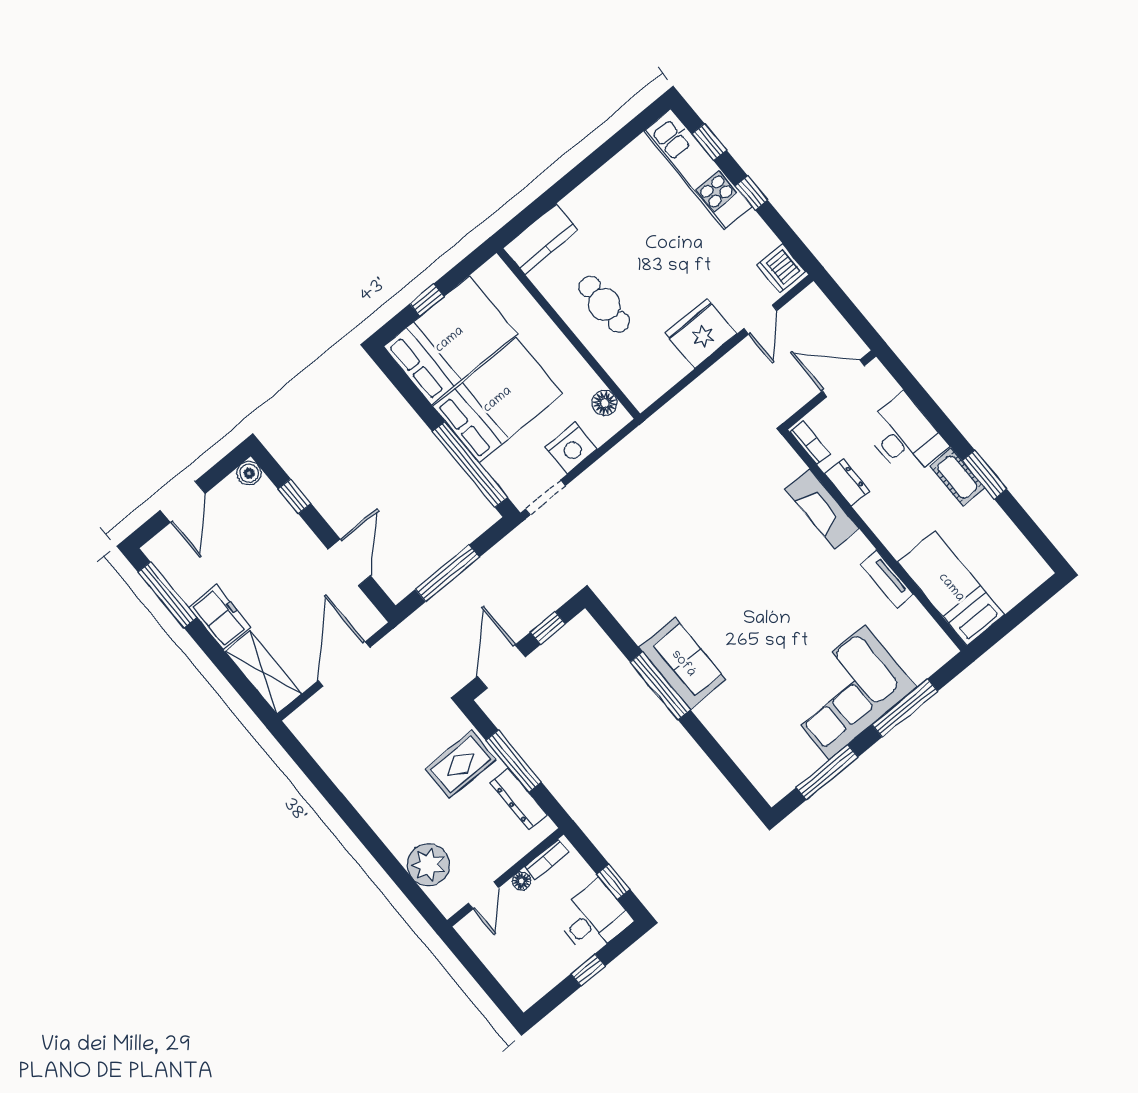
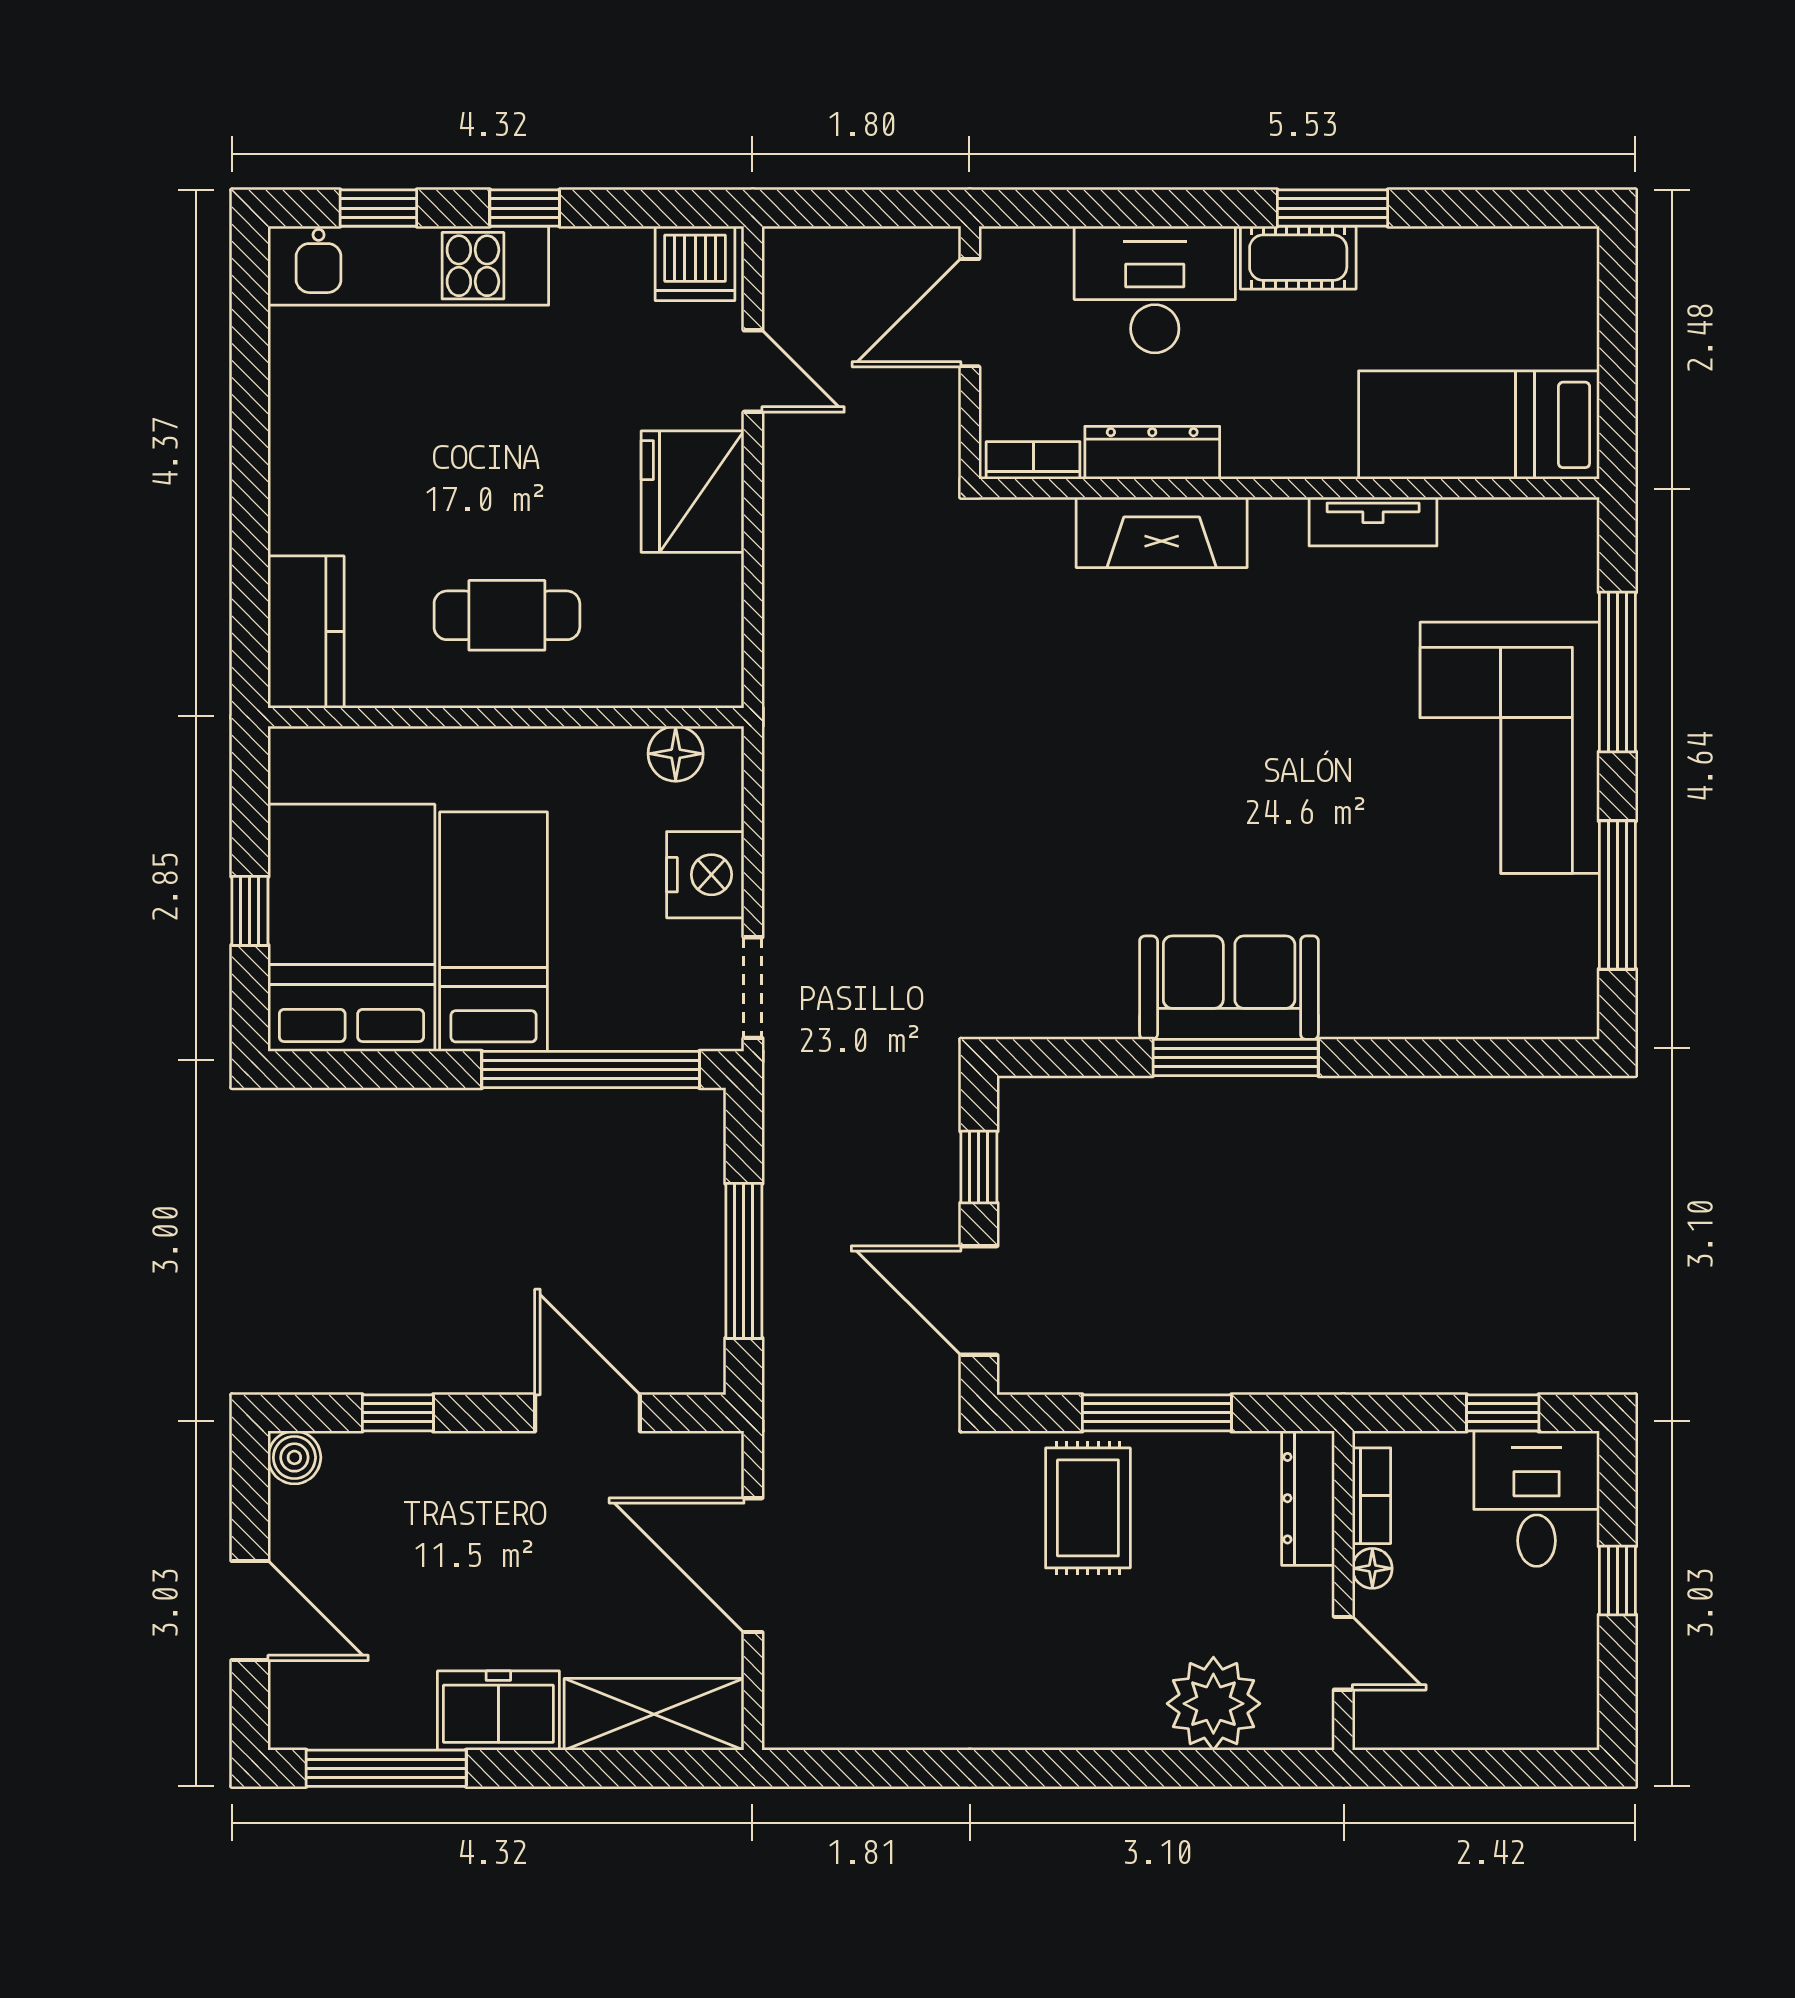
bed: (498, 400) -> (494, 932), width x0.67
dresser: (847, 482) -> (1152, 453), width x1.44
dresser: (519, 799) -> (1308, 1498), moved, turned 90

